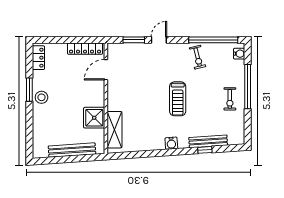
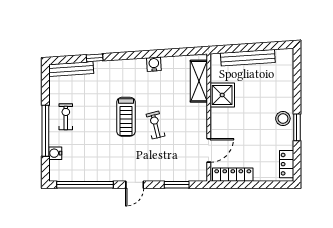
door: (159, 40) -> (135, 185), moved
water cooler: (239, 54) -> (55, 153), moved
exercise bike: (198, 57) -> (155, 125), moved
treadmill: (178, 99) -> (126, 117), turned 180
bench: (208, 141) -> (71, 69), moved
water cooler: (171, 143) -> (154, 64), moved

